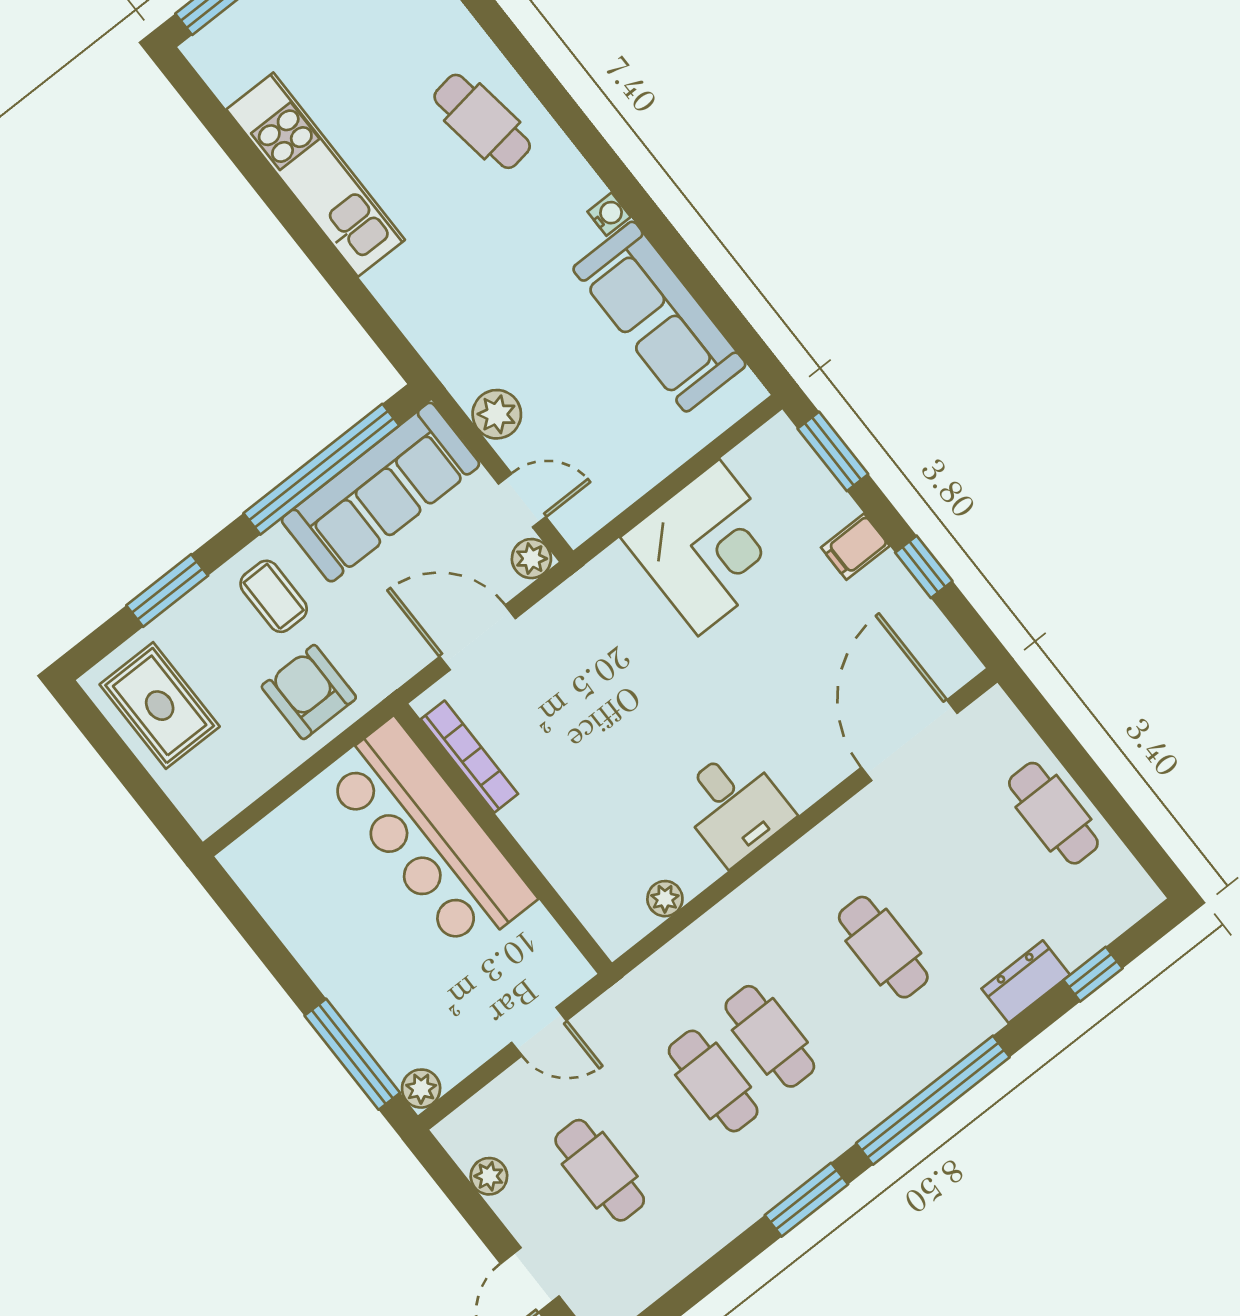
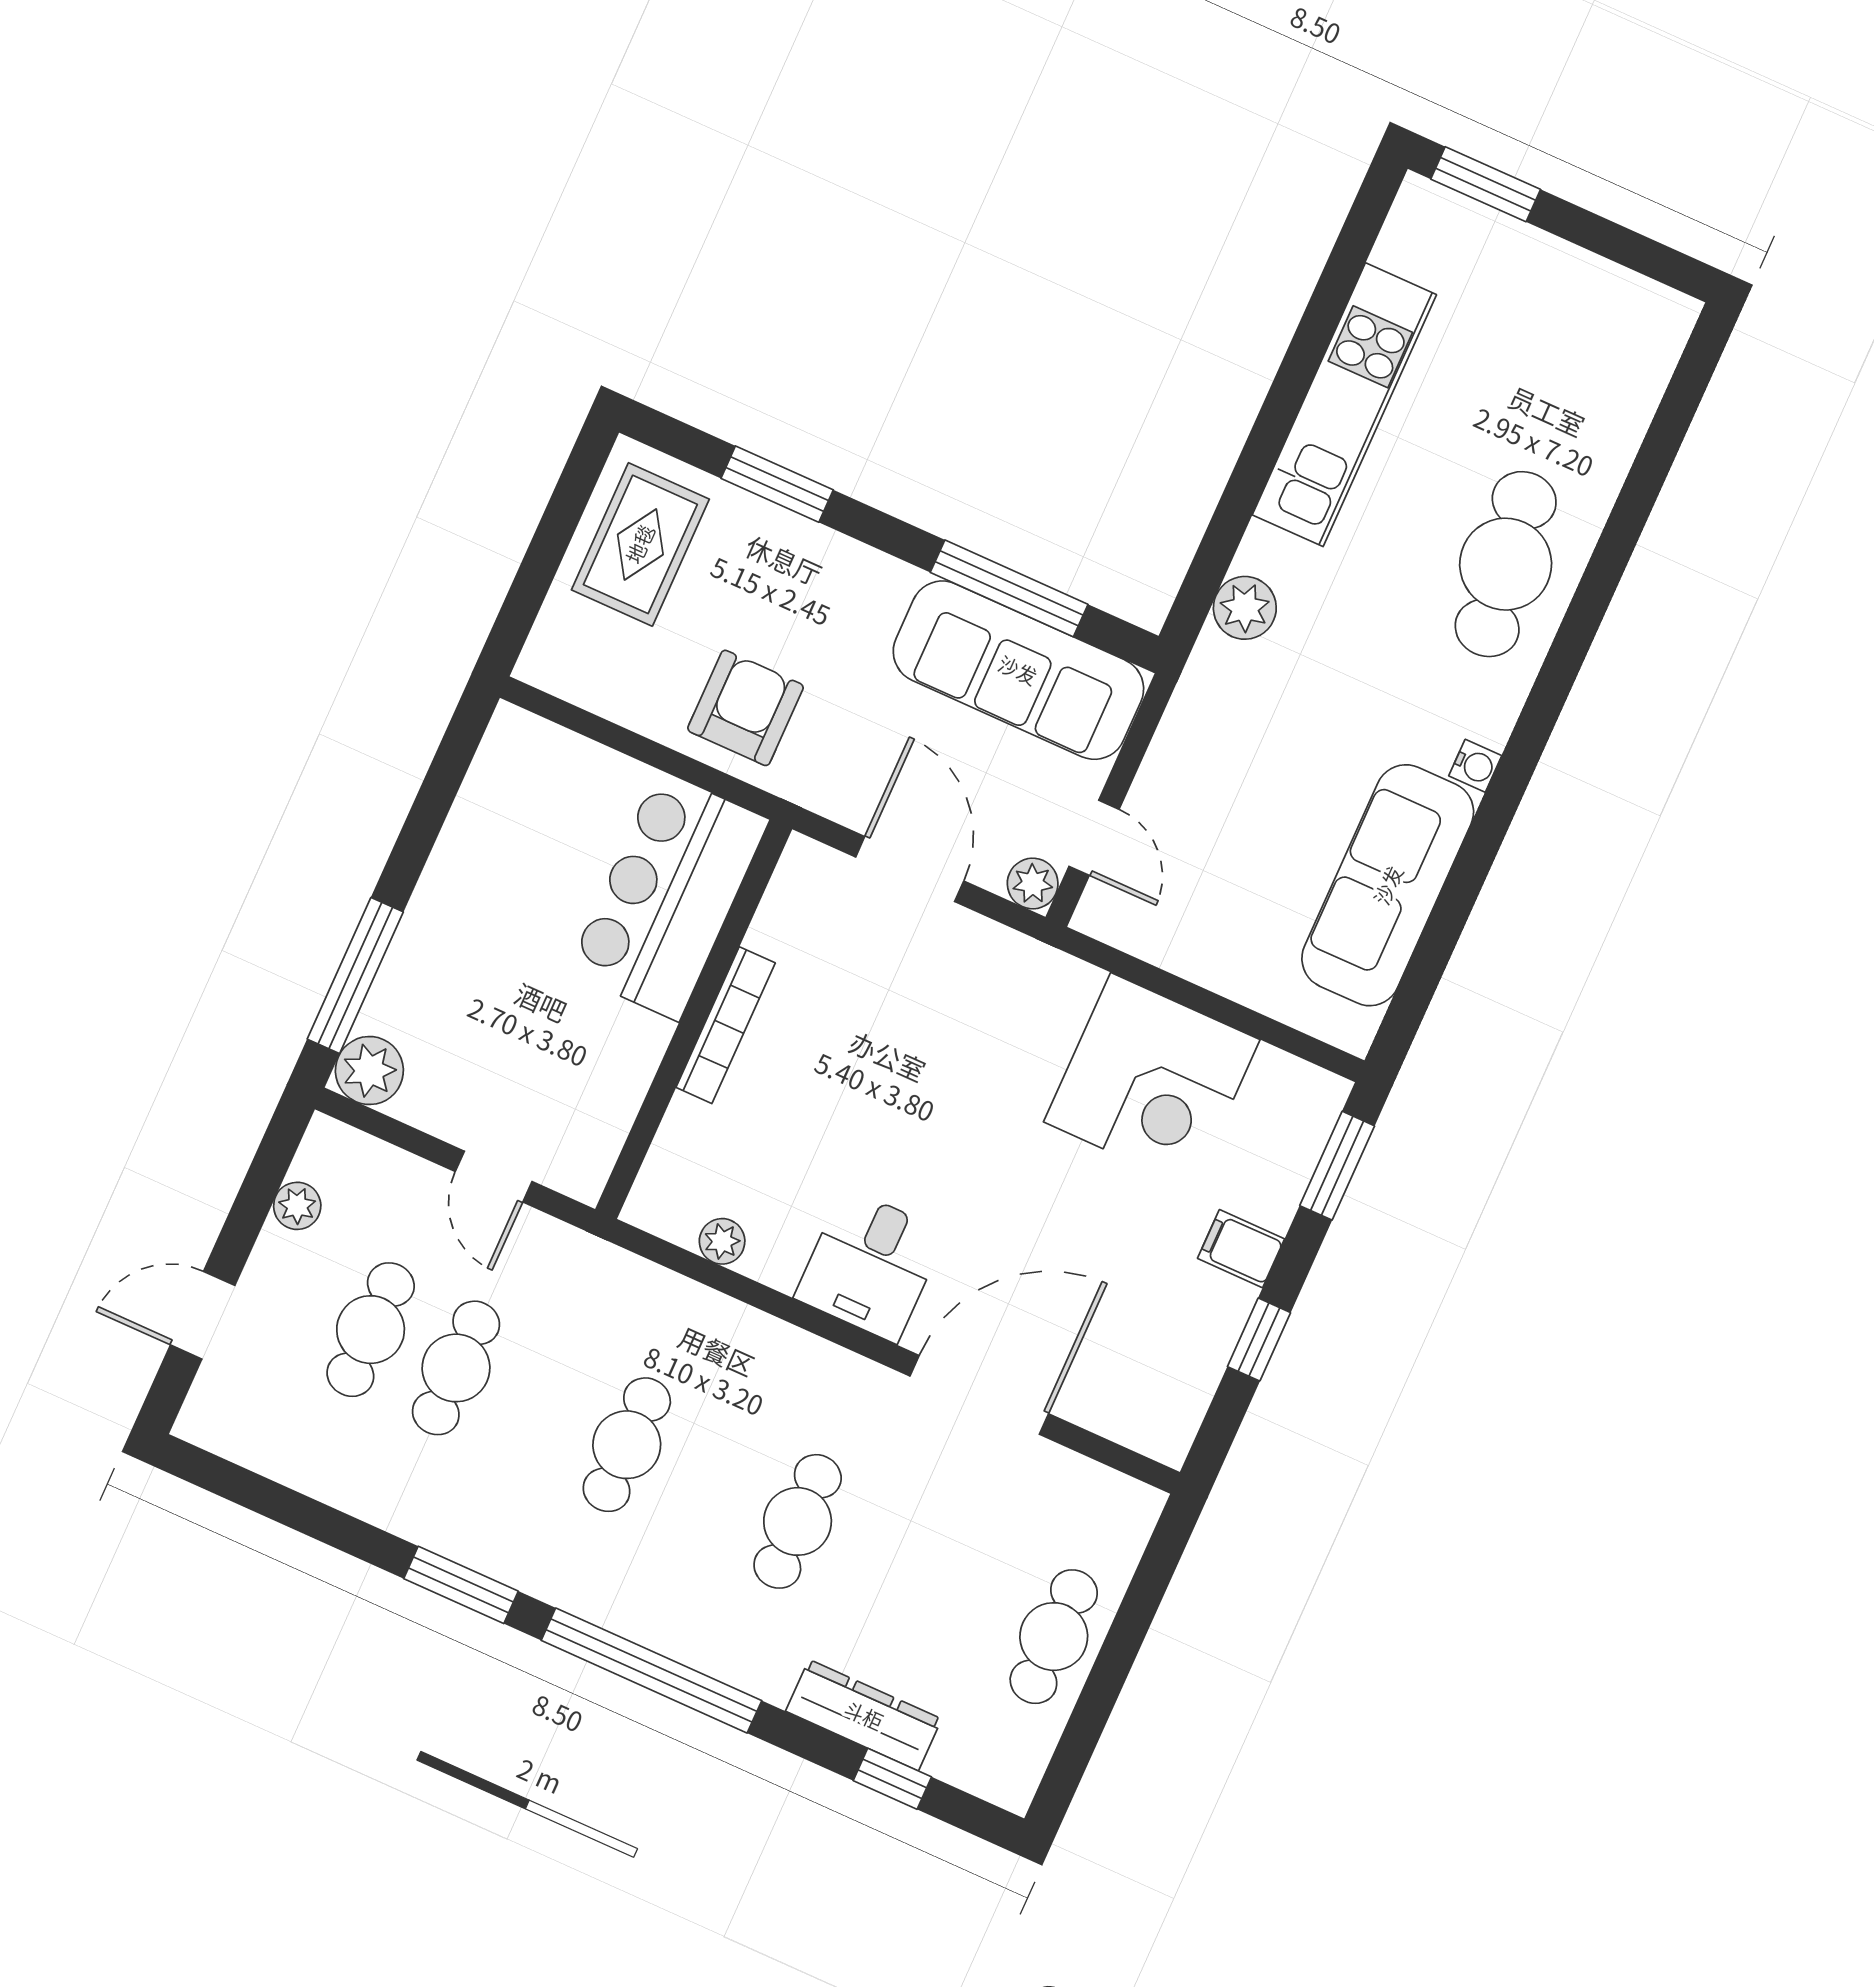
cafe table: (482, 121) -> (1506, 564), width x1.37, depth x1.35
plant: (497, 414) -> (1245, 608), moved
window: (321, 469) -> (1009, 588), width x0.68
coffee table: (274, 596) -> (834, 610), removed
door: (909, 740) -> (979, 1395), moved
bookcase: (469, 757) -> (726, 1025), moved
bar counter: (429, 836) -> (668, 896), width x0.73
dresser: (1026, 982) -> (864, 1715), width x1.44
cafe table: (713, 1081) -> (456, 1368), moved
plant: (421, 1089) -> (369, 1071), width x1.38, depth x1.38

